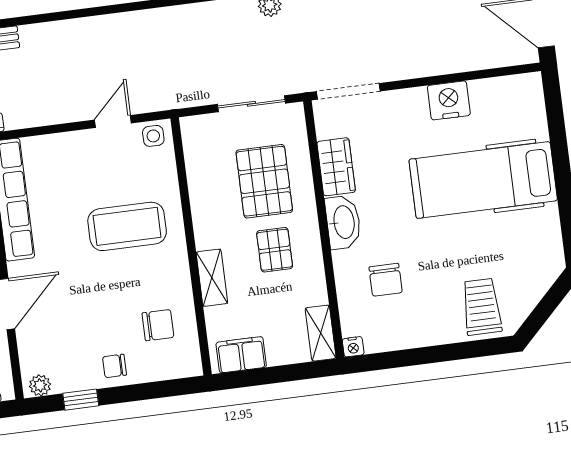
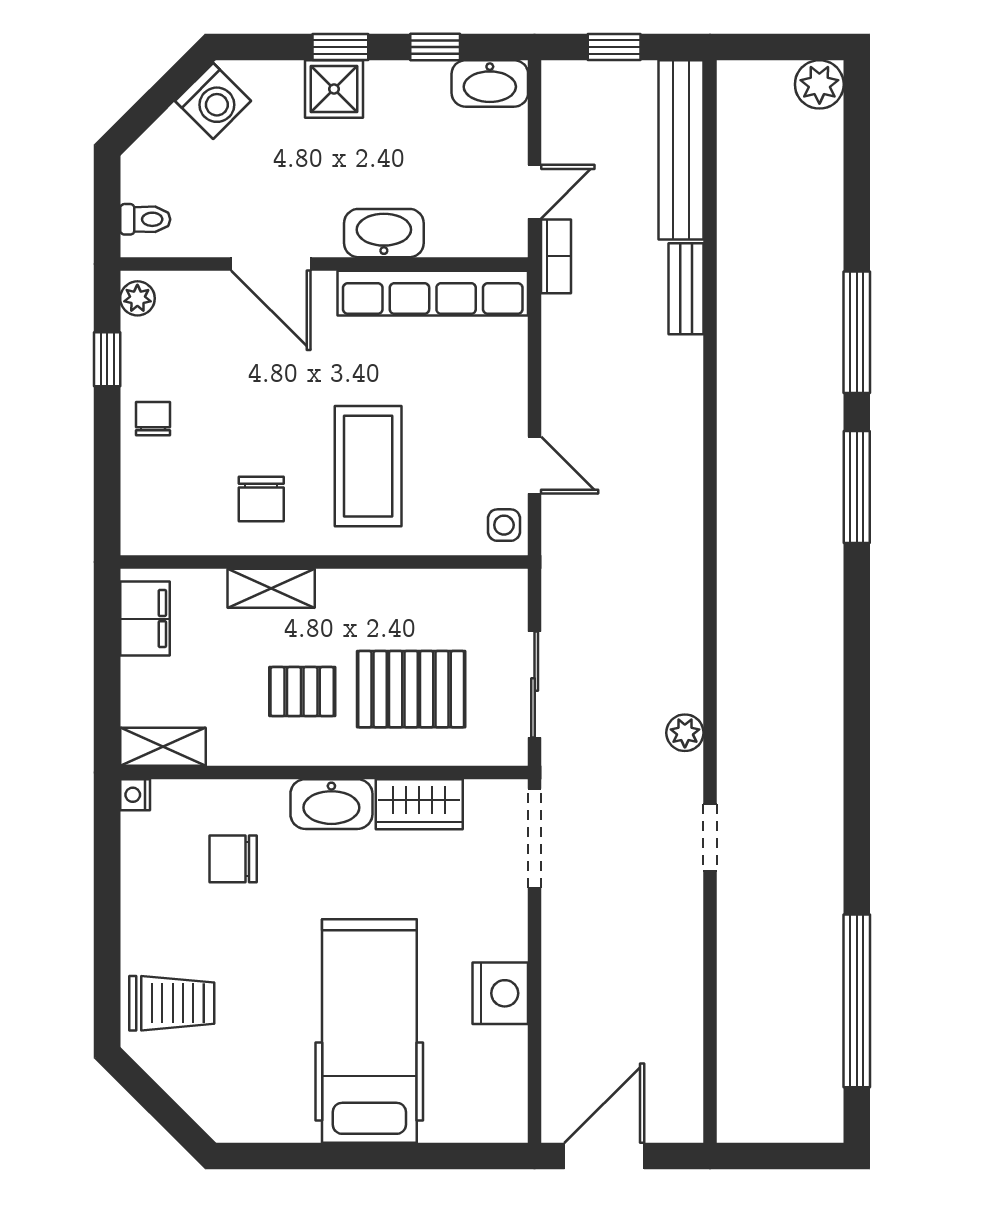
chair: (158, 325) -> (261, 499), moved

